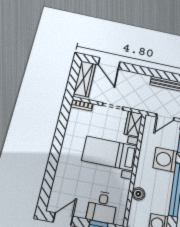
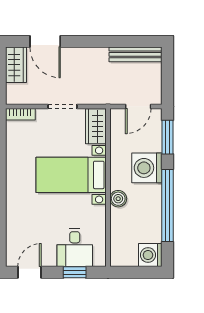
wardrobe: (85, 79) -> (16, 65), width x0.67
boiler: (138, 194) -> (118, 199), moved

